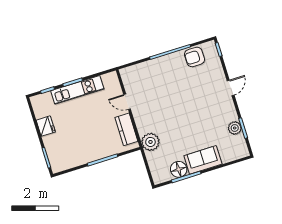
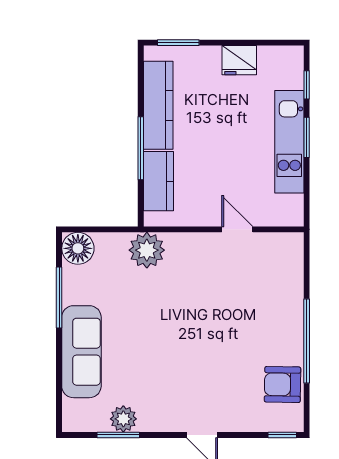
armchair: (194, 57) -> (283, 384), turned -89
door: (127, 102) -> (237, 229), hinge flipped
kitchen counter: (126, 129) -> (158, 181), moved, turned 90
kitchen counter: (79, 158) -> (158, 105), added
sofa: (203, 160) -> (81, 352), width x1.36
floor lamp: (179, 169) -> (78, 248), moved

